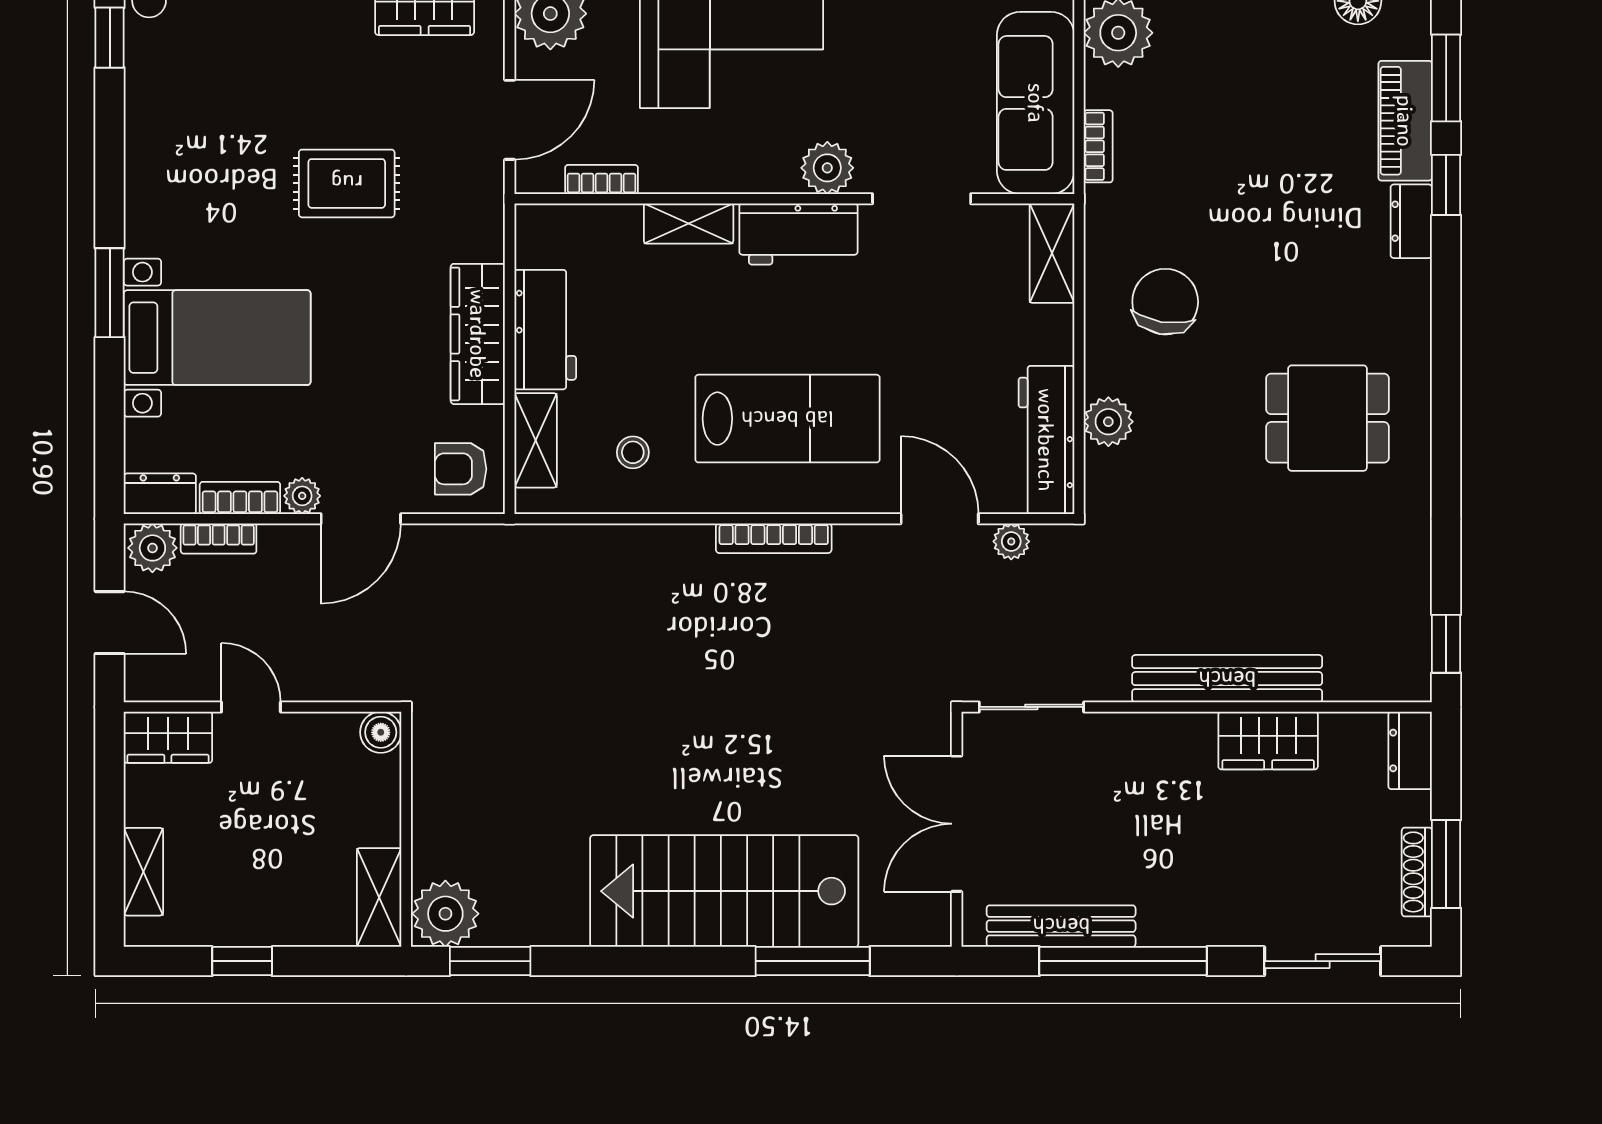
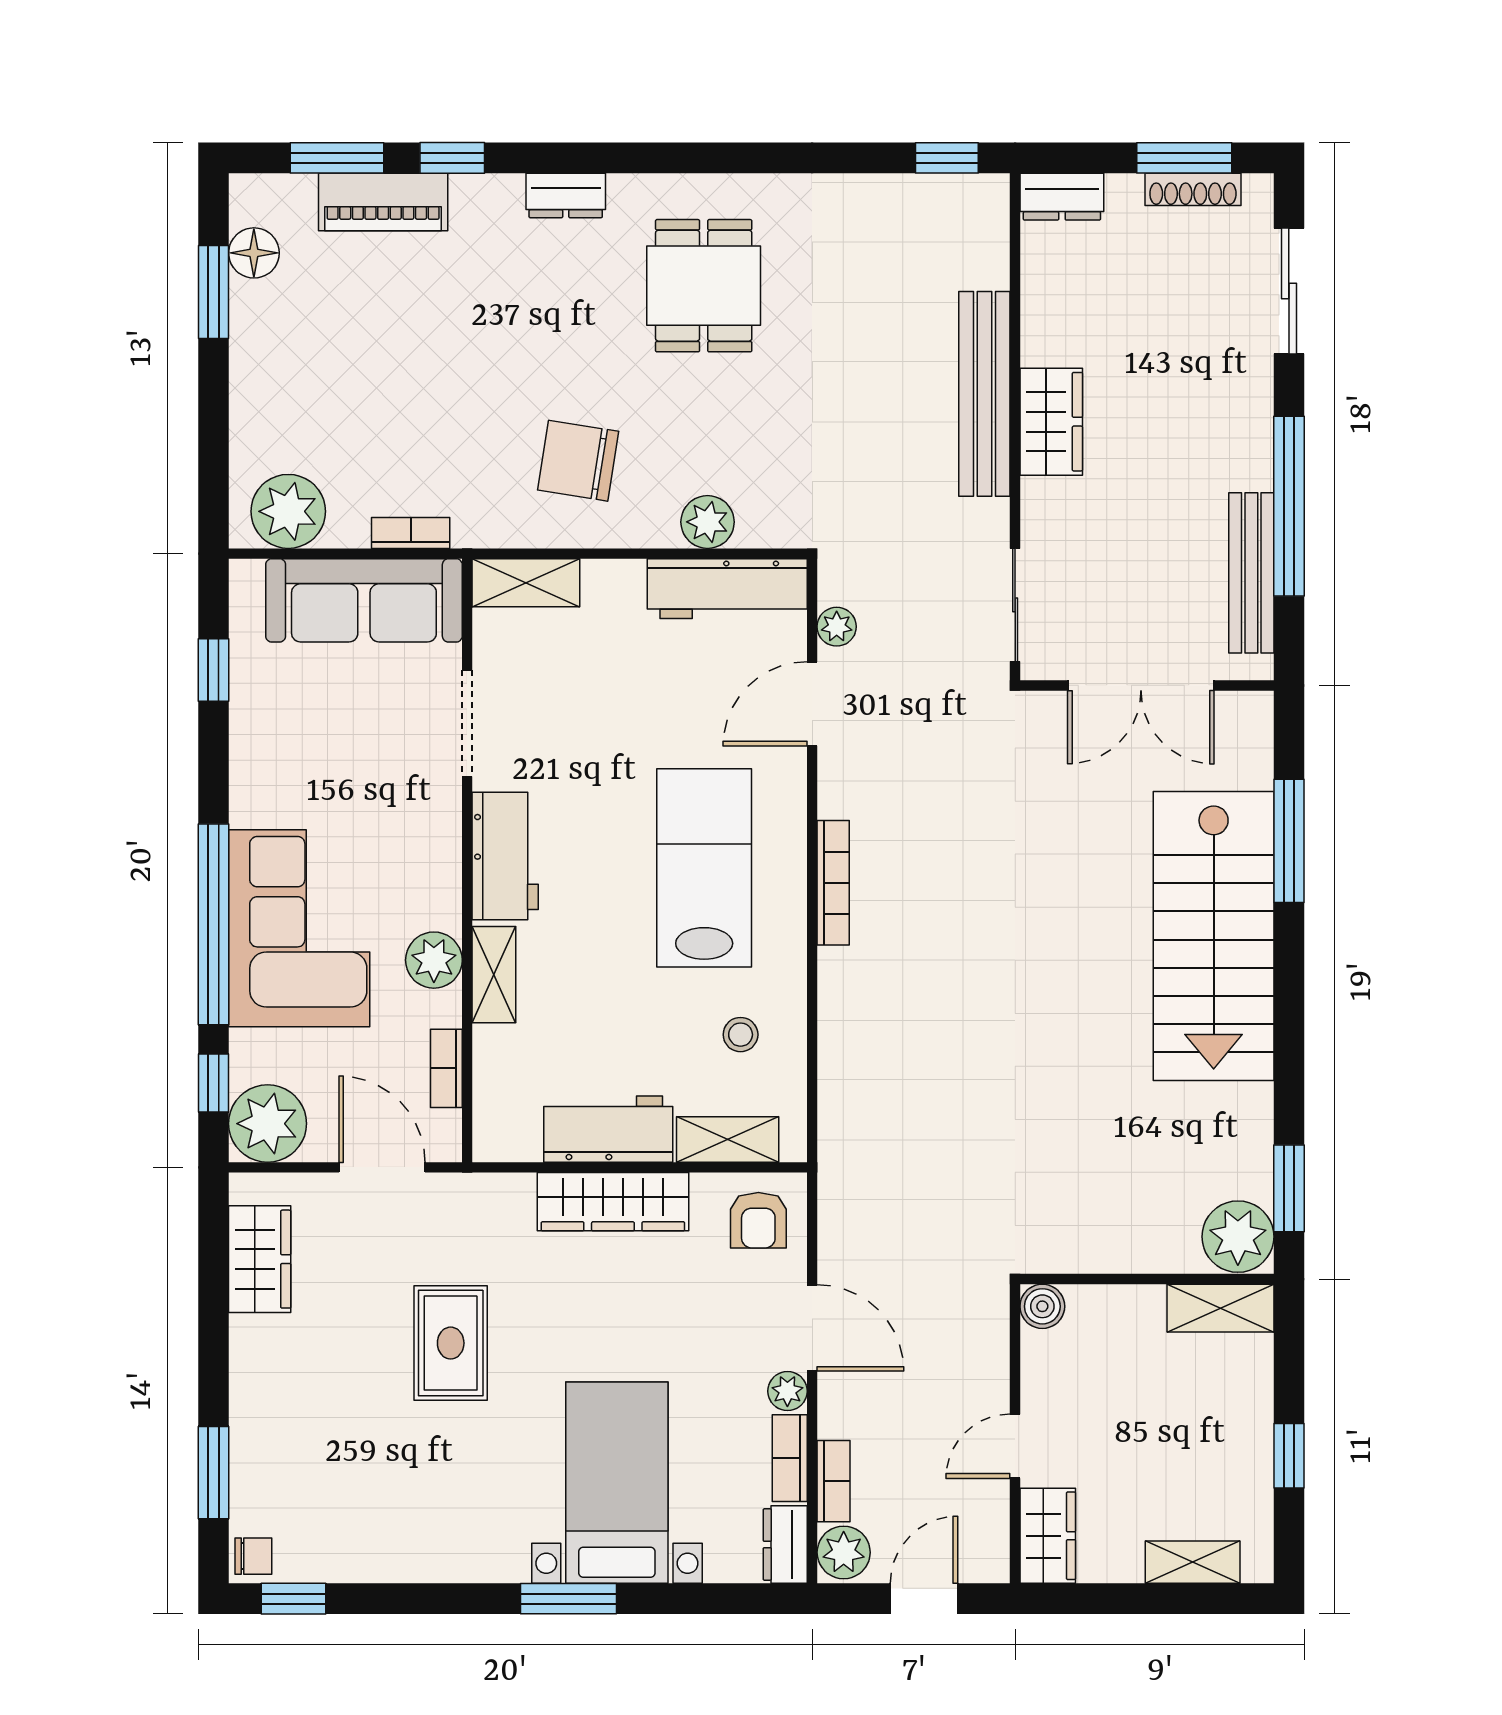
plant: (827, 168) -> (434, 960), moved
dresser: (1411, 221) -> (566, 195), moved
wardrobe: (1268, 741) -> (1051, 422), moved

